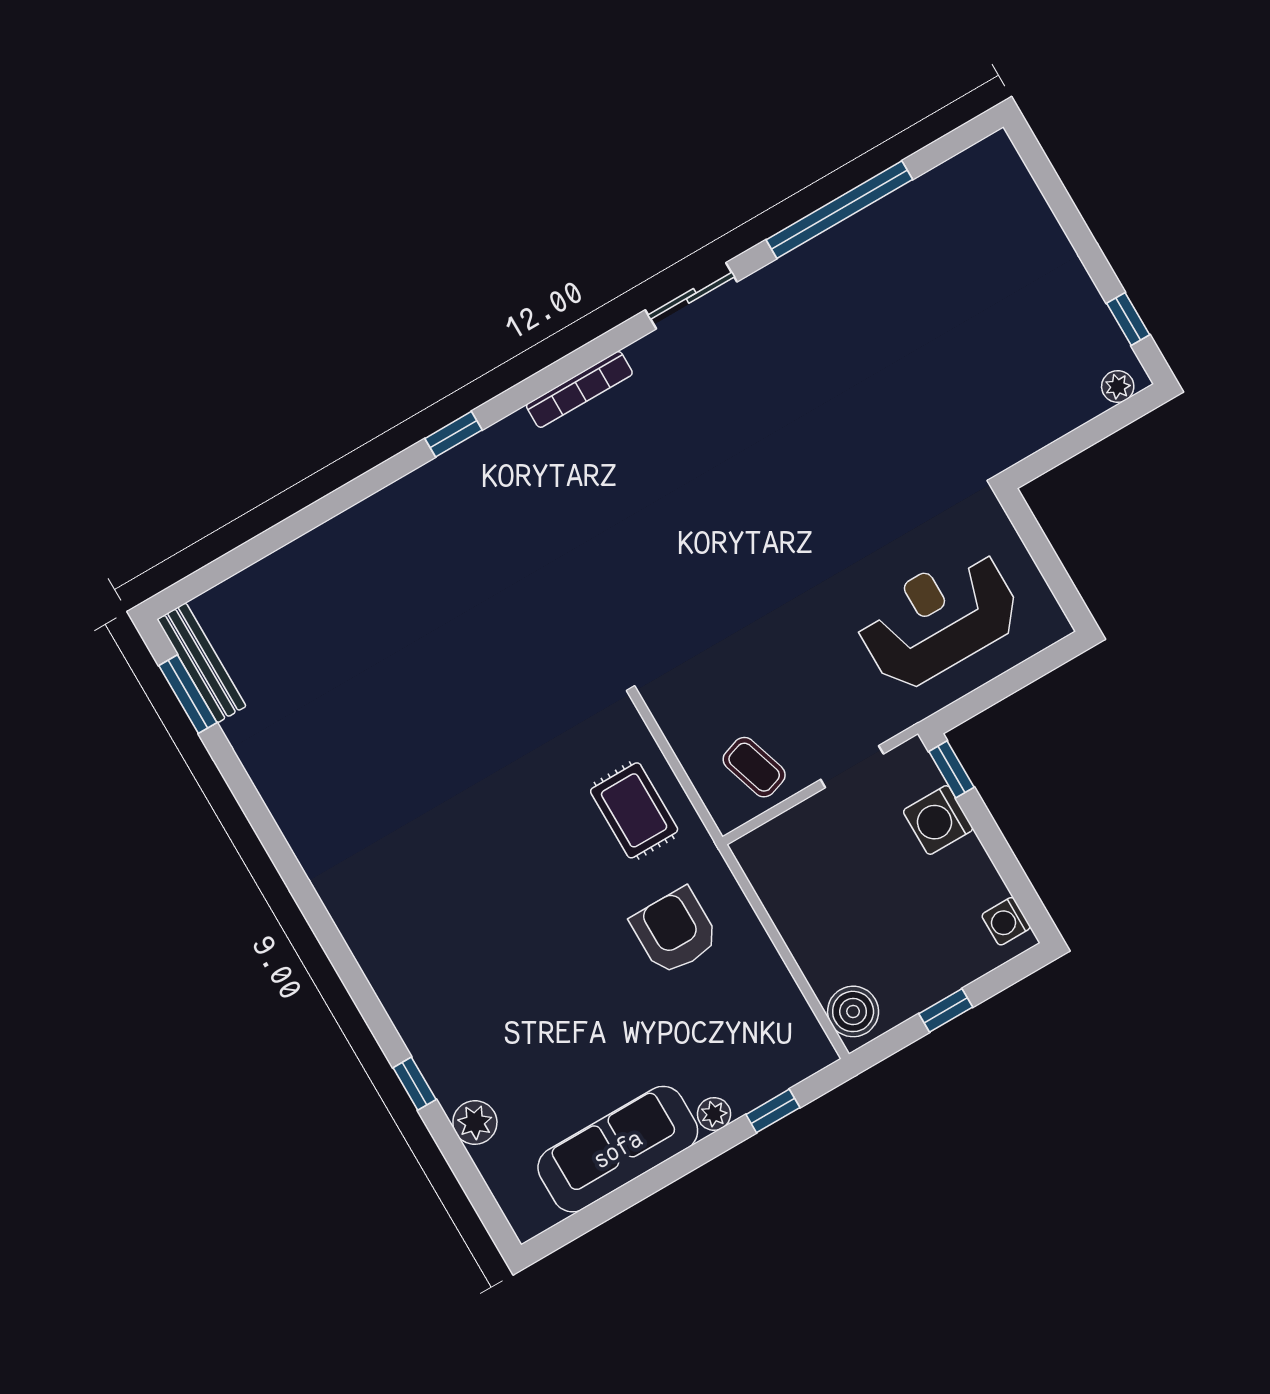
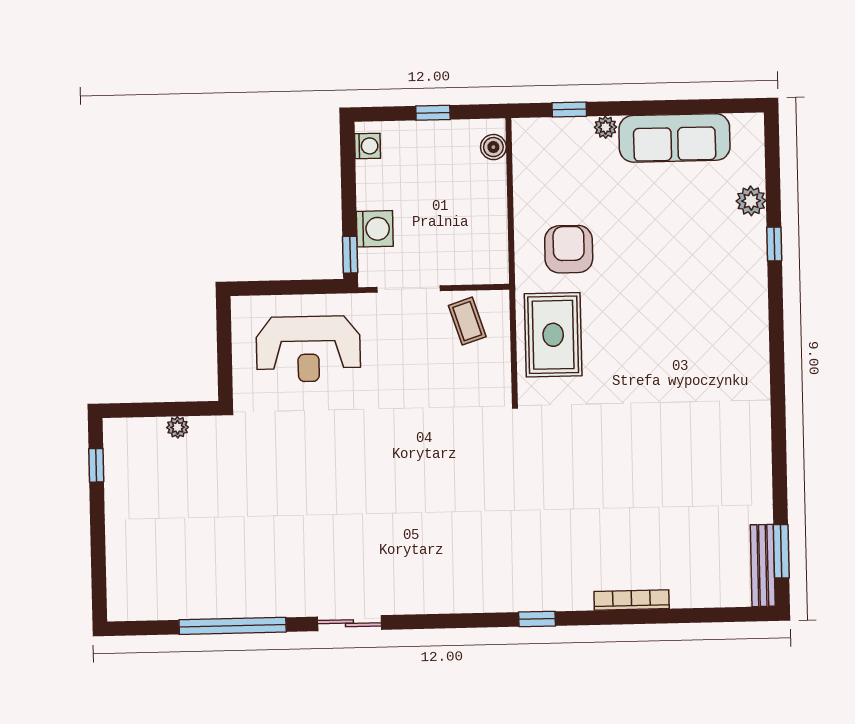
plant: (1118, 386) -> (178, 427), moved
bookcase: (579, 389) -> (632, 600), moved
doorway: (852, 767) -> (409, 289), width x1.38
rug: (634, 810) -> (553, 335), width x1.36, depth x1.43
armchair: (675, 931) -> (569, 249), turned 180
boiler: (853, 1011) -> (493, 147), width x0.73, depth x0.73

